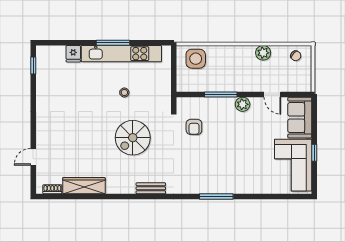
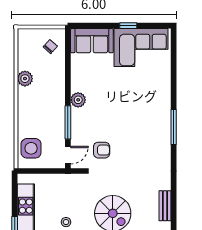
chair: (296, 56) -> (50, 47), moved
door: (272, 94) -> (68, 155), moved
bench: (151, 188) -> (165, 206), moved

